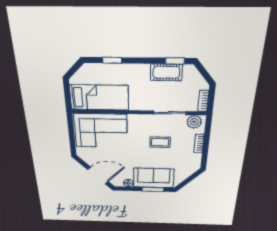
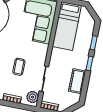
window: (175, 61) -> (89, 63), moved

